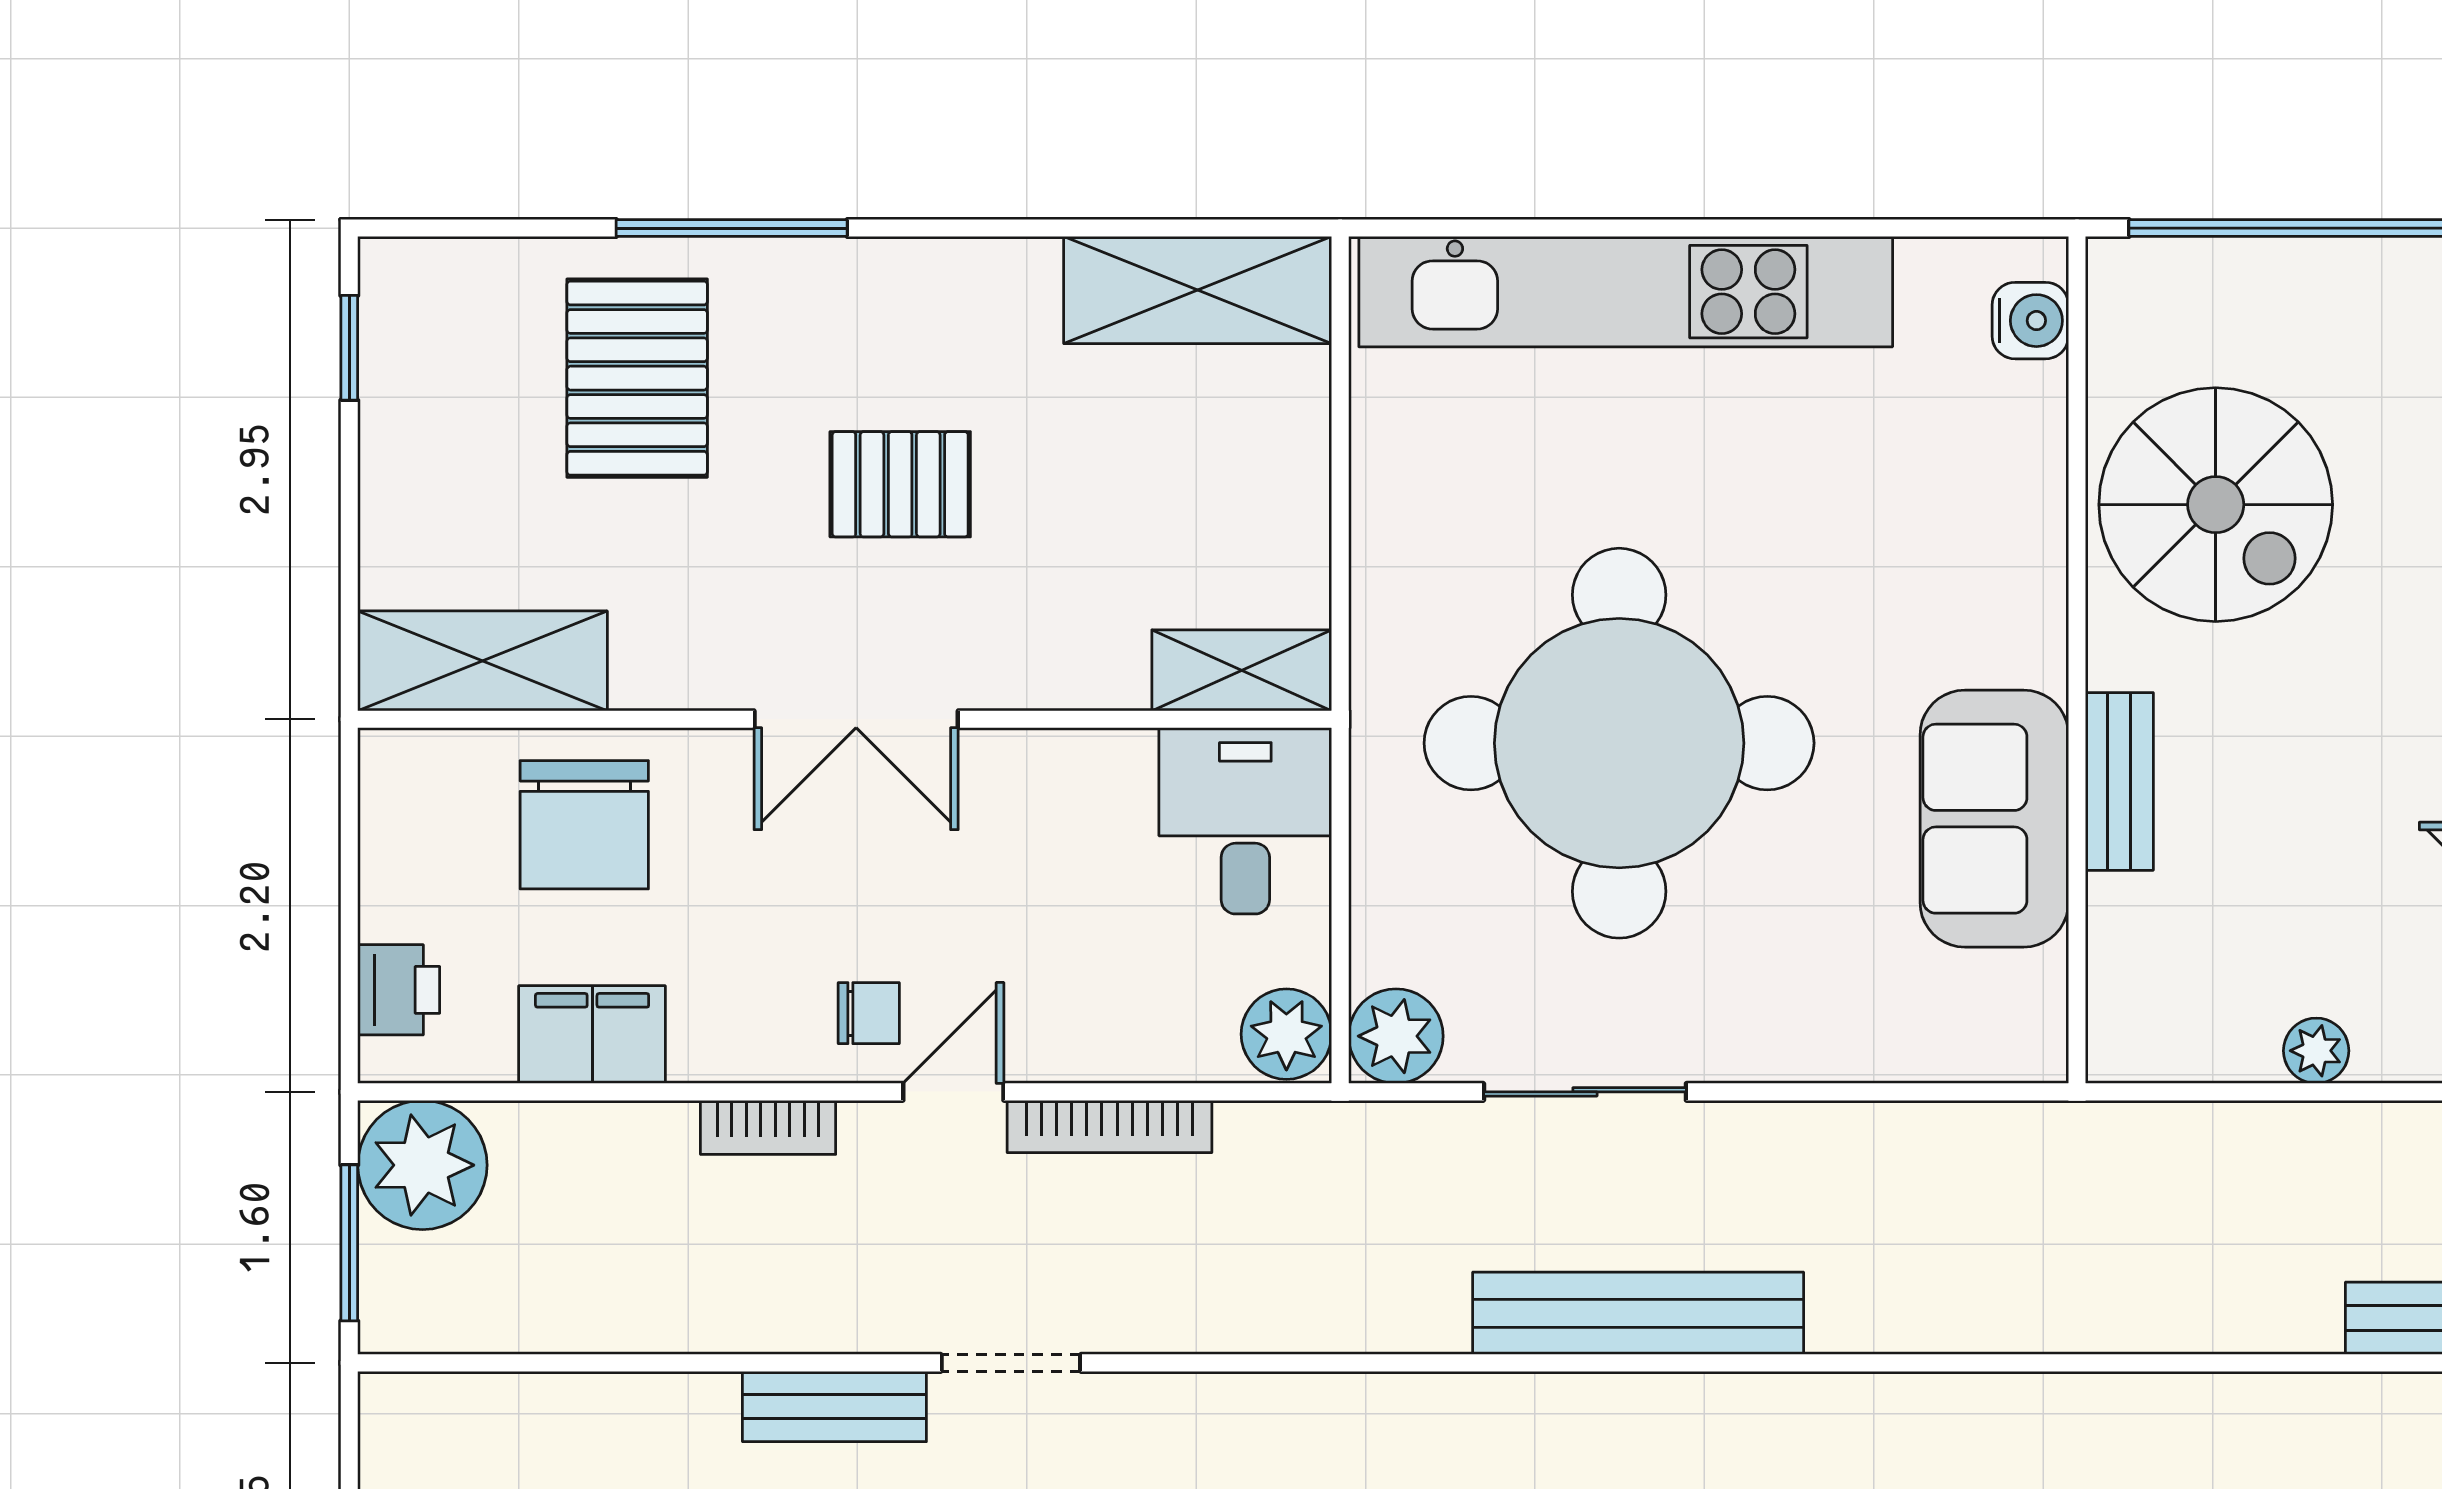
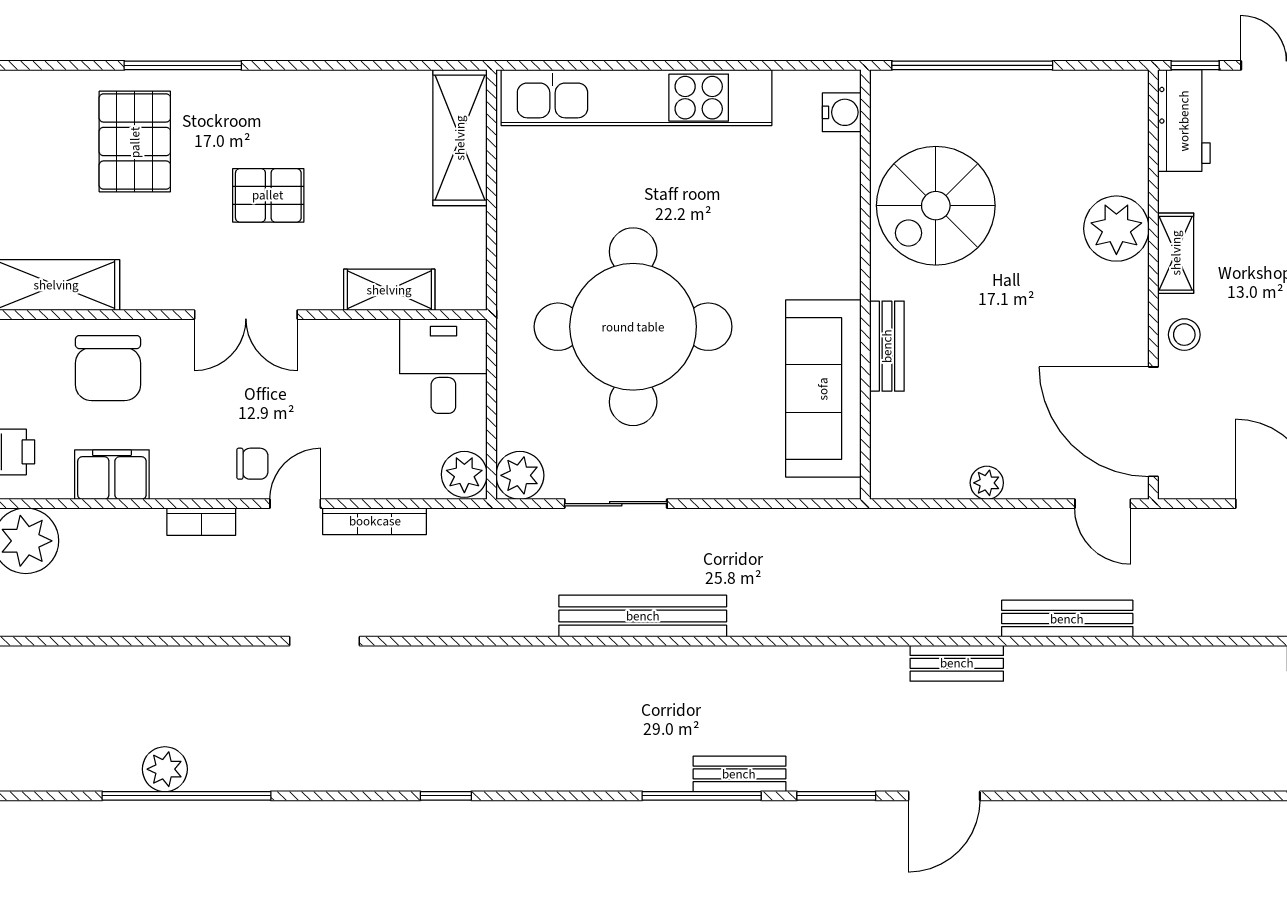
shelving: (1198, 290) -> (460, 138), moved, turned 90
spiral stairs: (2216, 505) -> (936, 206), turned 90
shelving: (1242, 670) -> (389, 290), moved
sofa: (1994, 819) -> (823, 389), width x1.36
bench: (834, 1407) -> (957, 663), moved

